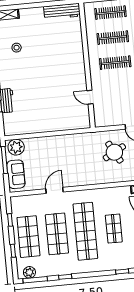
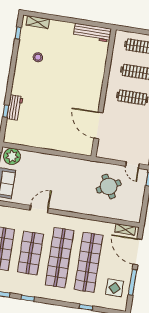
door: (90, 97) -> (98, 125), width x1.88
shop shelf: (114, 229) -> (89, 262), width x2.00, depth x1.36

